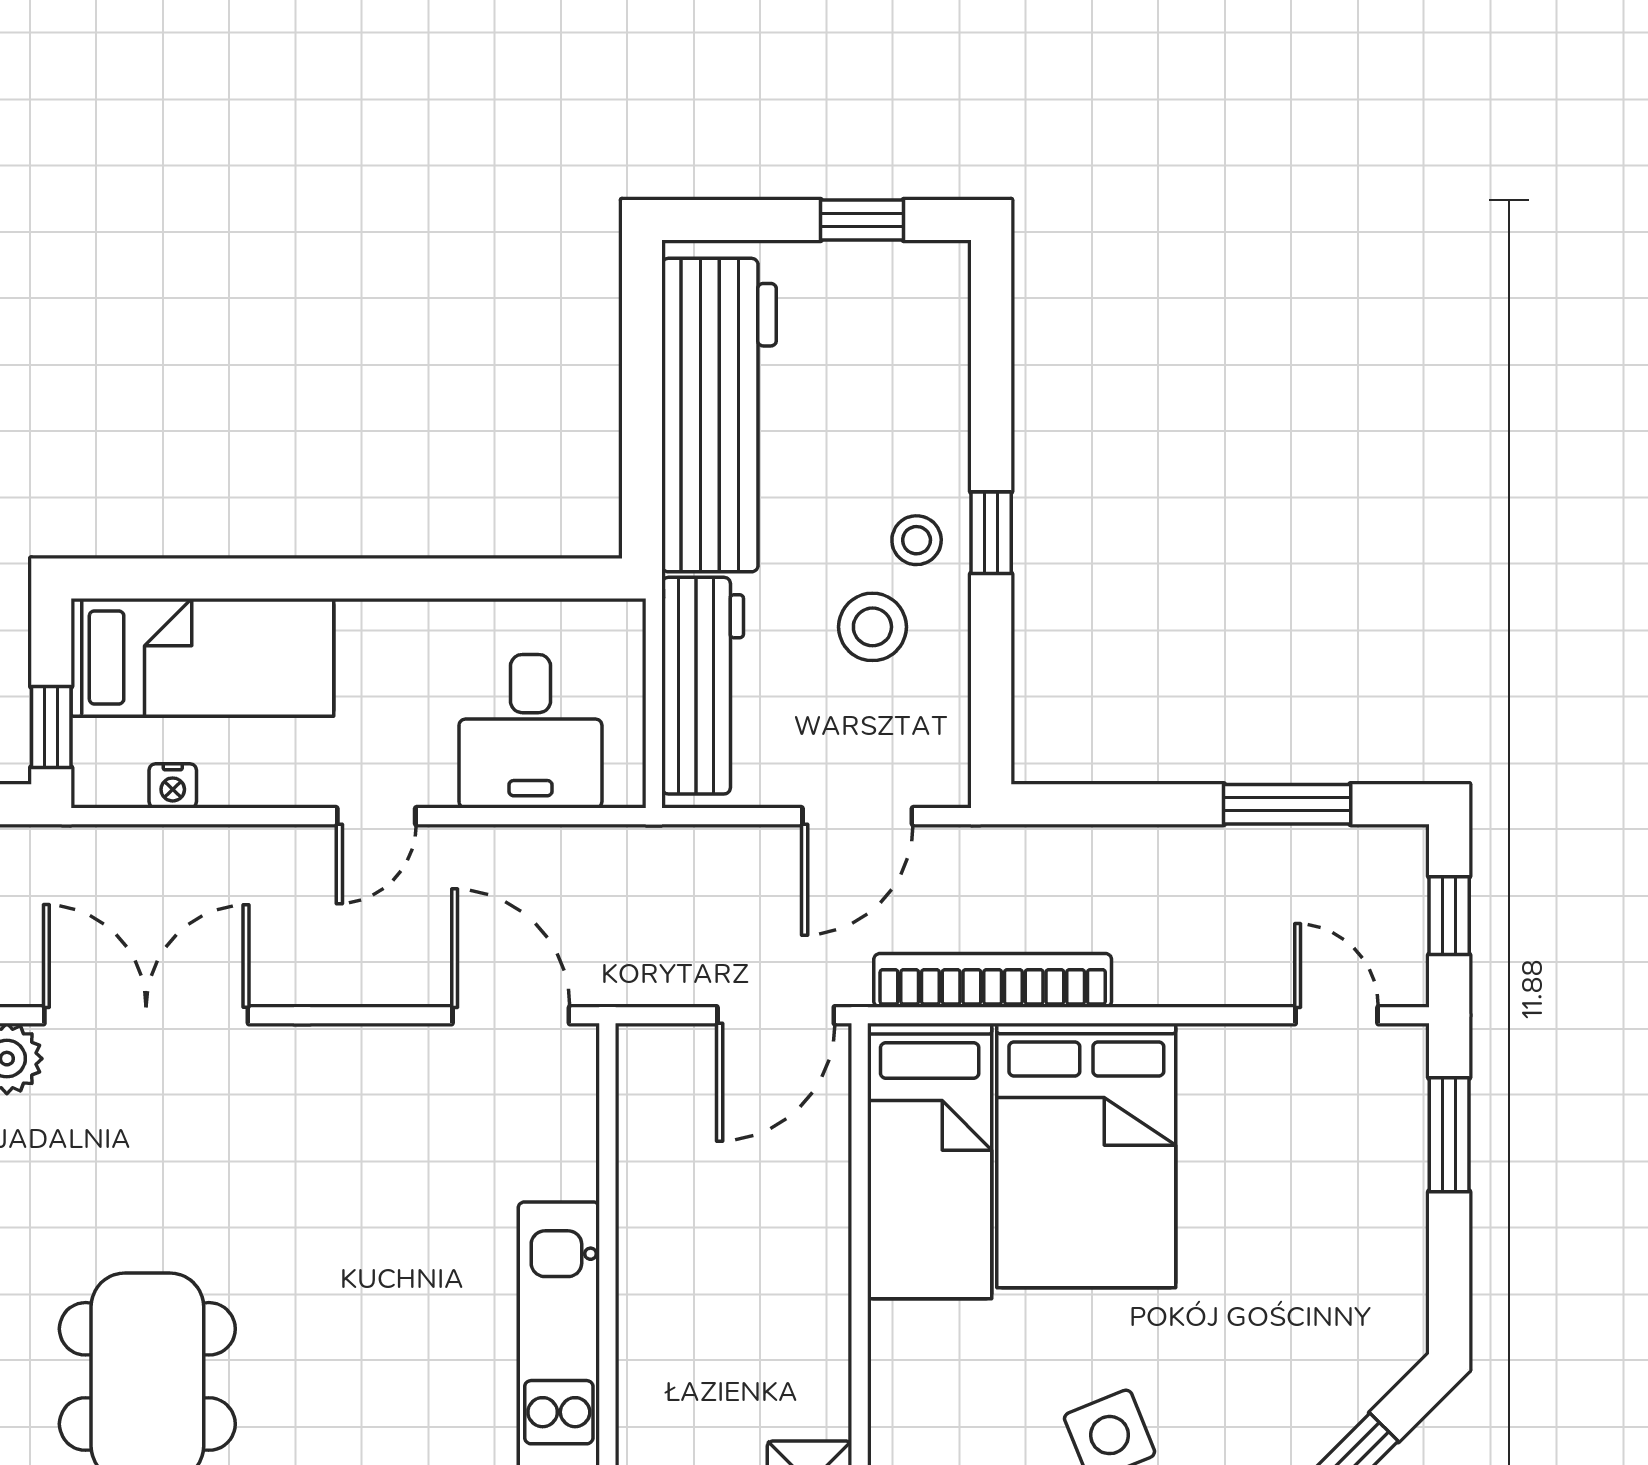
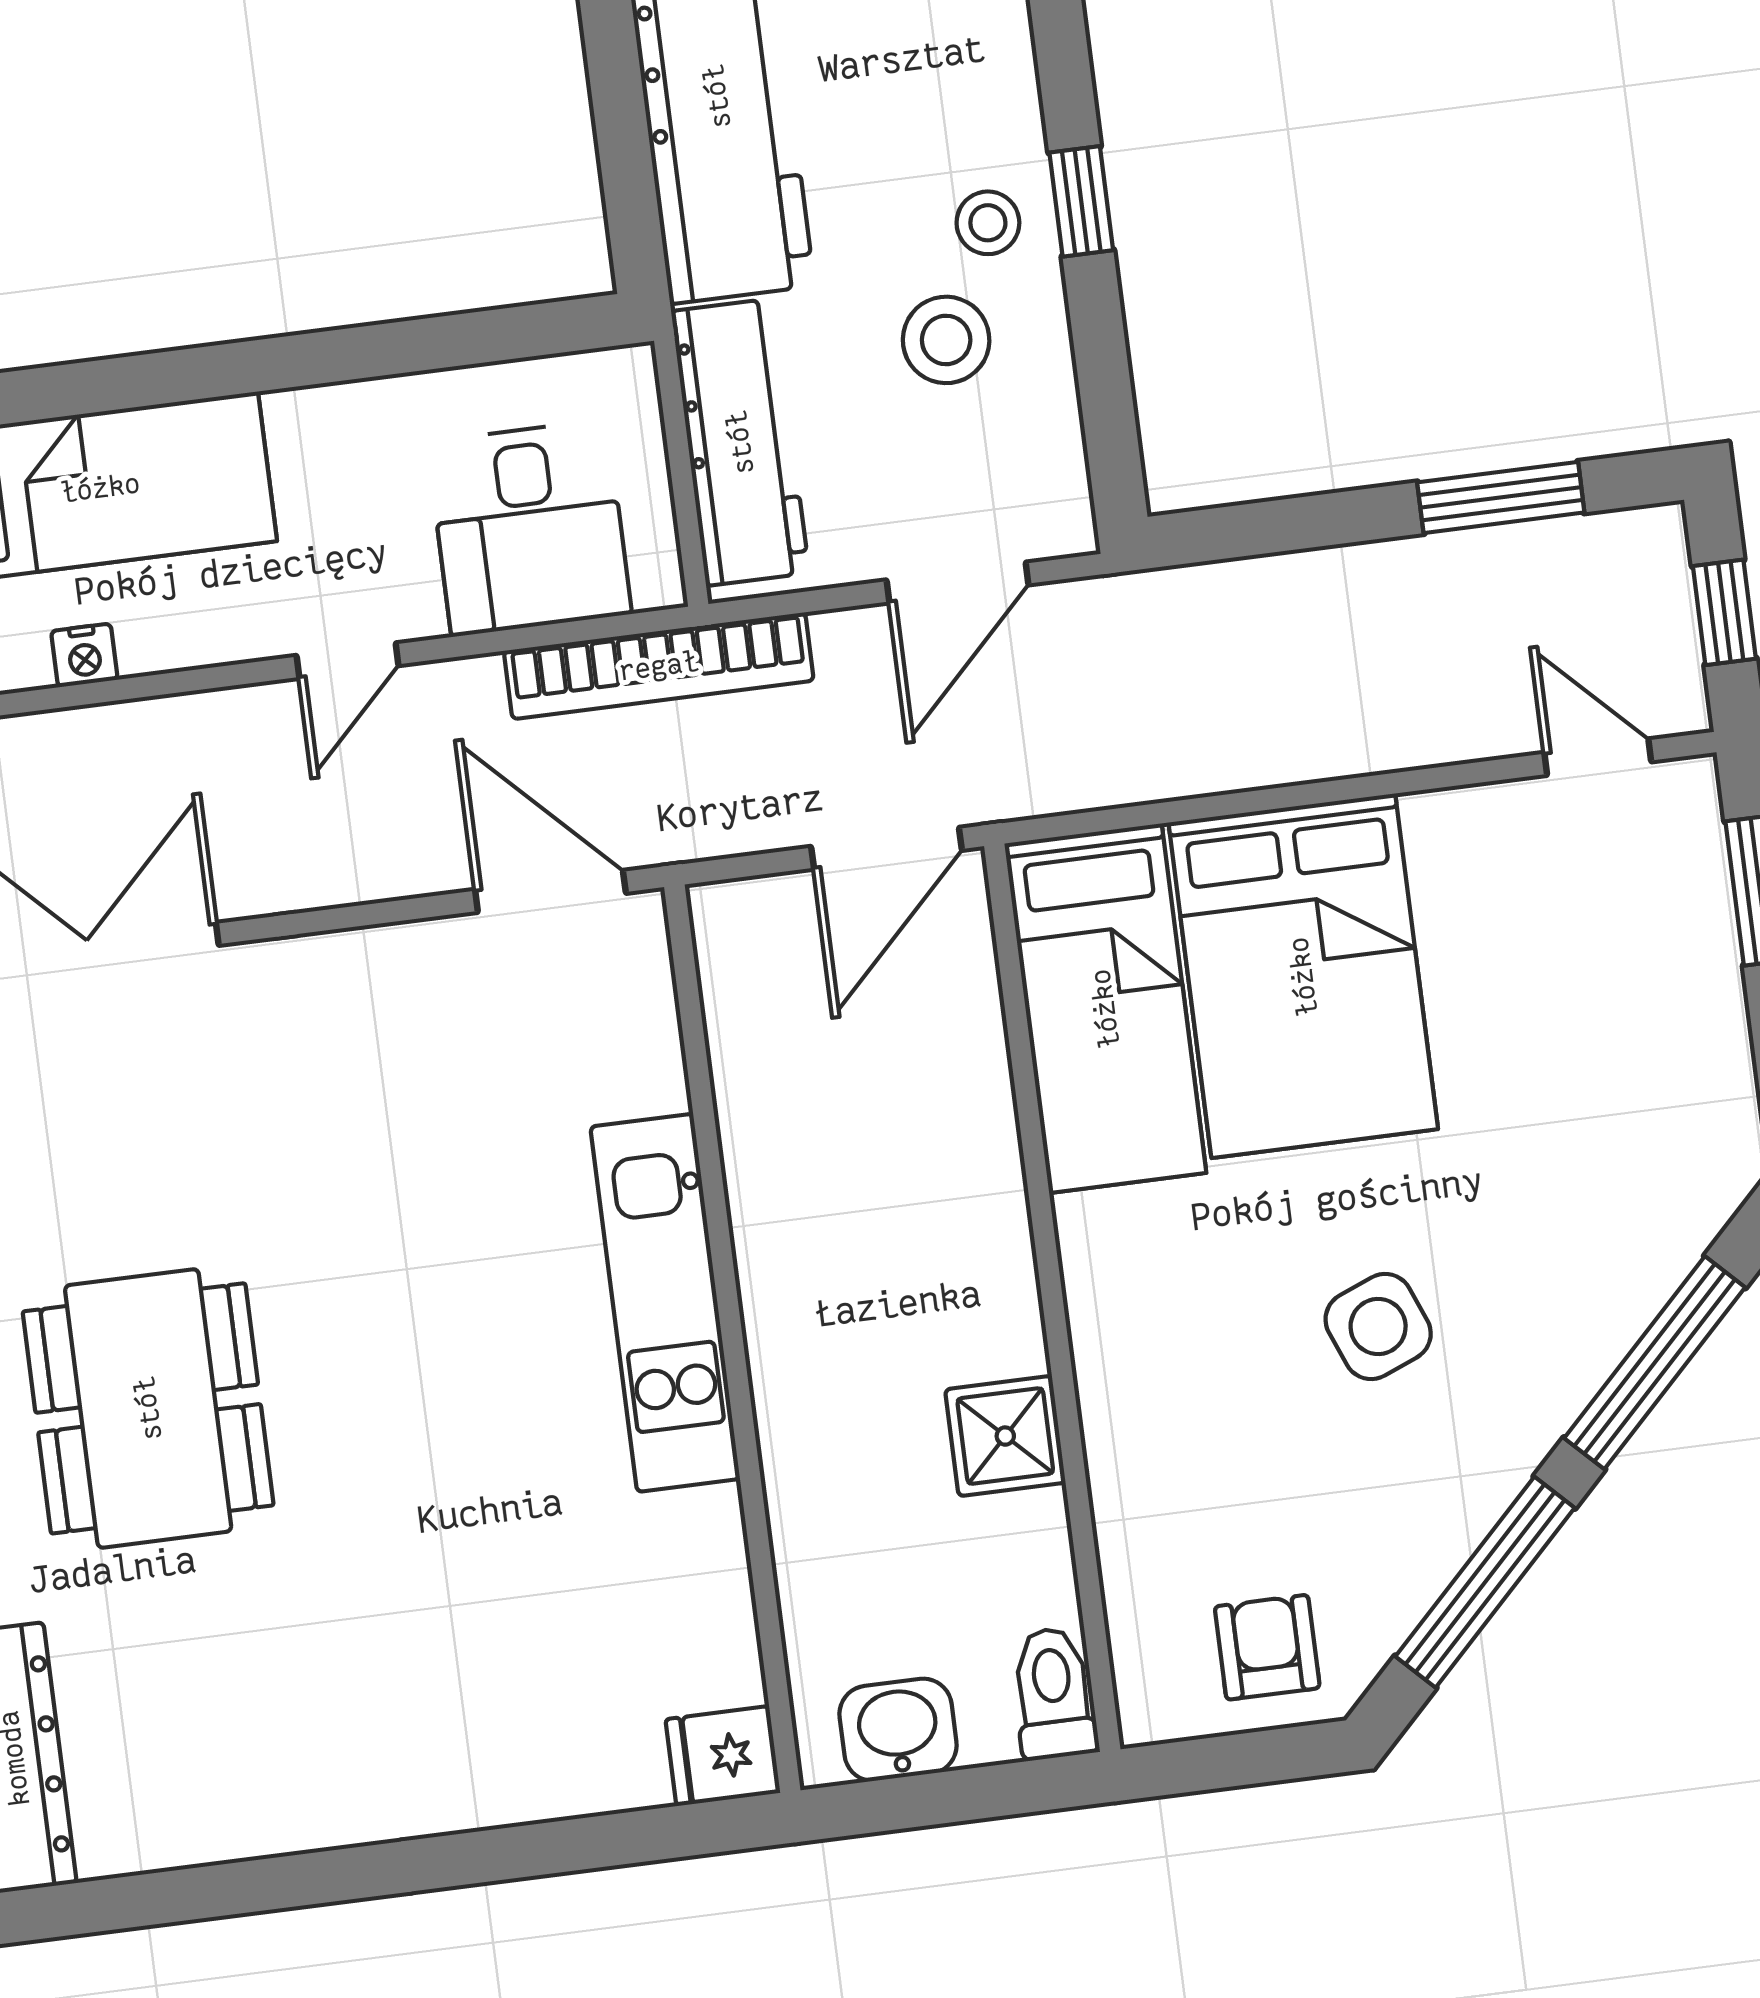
bookcase: (993, 980) -> (659, 666), moved, turned 180

